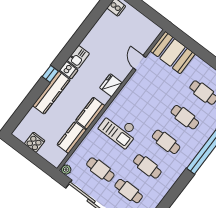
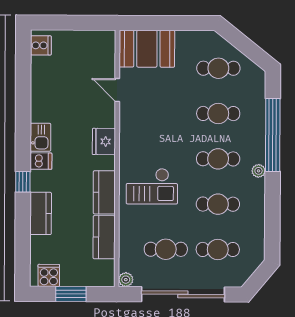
kitchen counter: (51, 93) -> (41, 213), width x0.67
cooker: (35, 142) -> (49, 275), moved
window: (30, 155) -> (71, 294), added
plant: (183, 165) -> (259, 171), added

